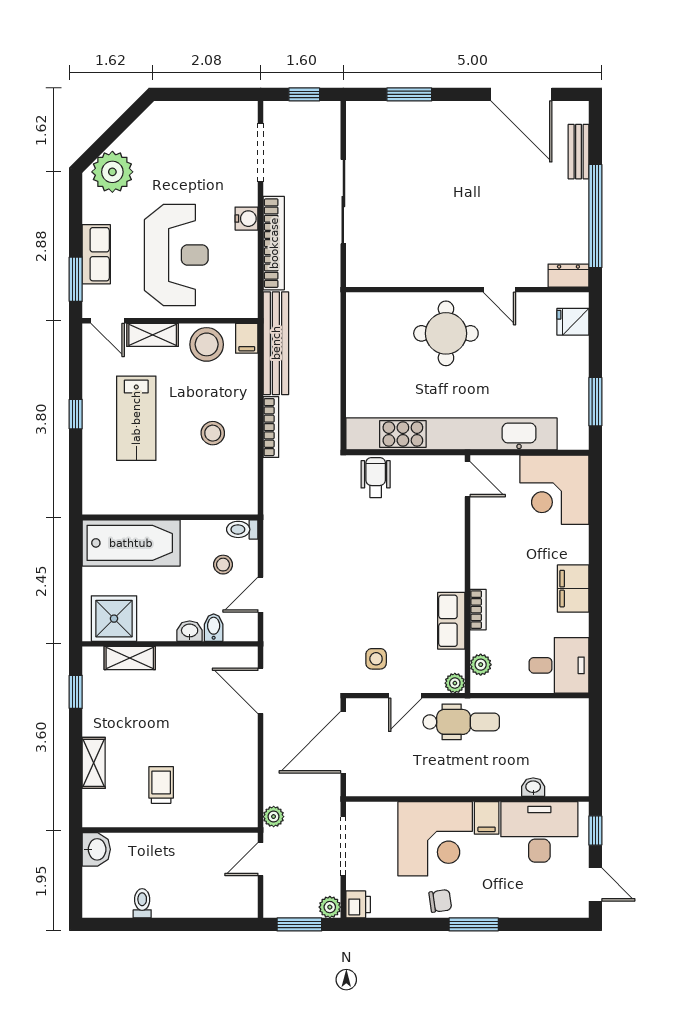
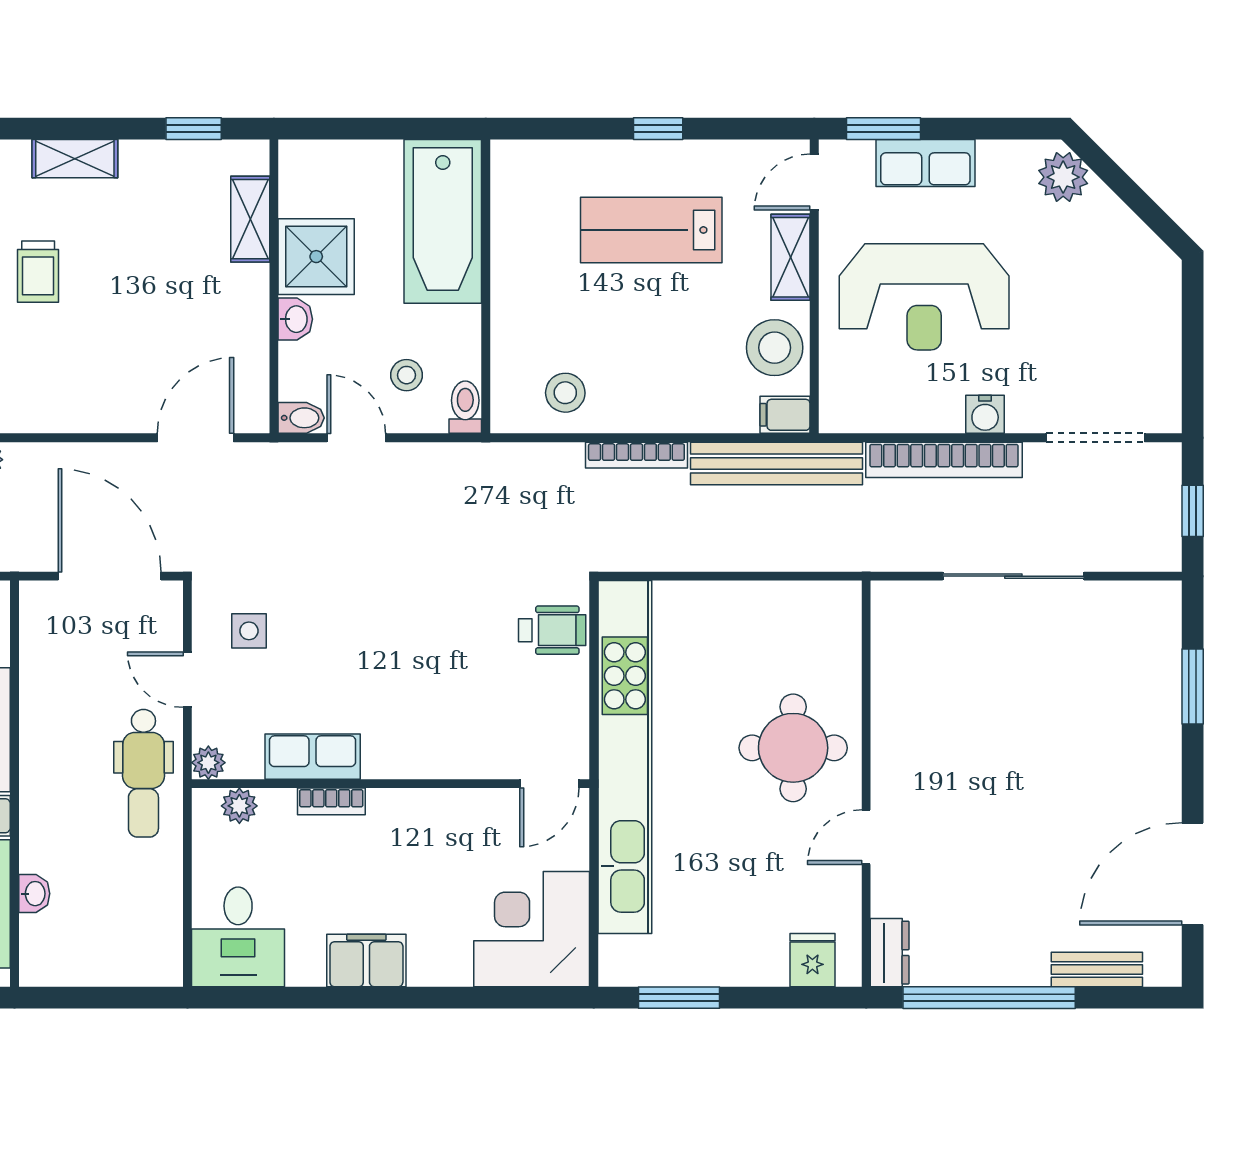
plant: (112, 172) -> (1063, 177), width x0.73, depth x0.73
stool: (213, 433) -> (565, 393), moved
shower: (114, 619) -> (316, 257), moved
bidet: (214, 628) -> (301, 418), moved
trolley: (161, 785) -> (38, 272), turned 90

